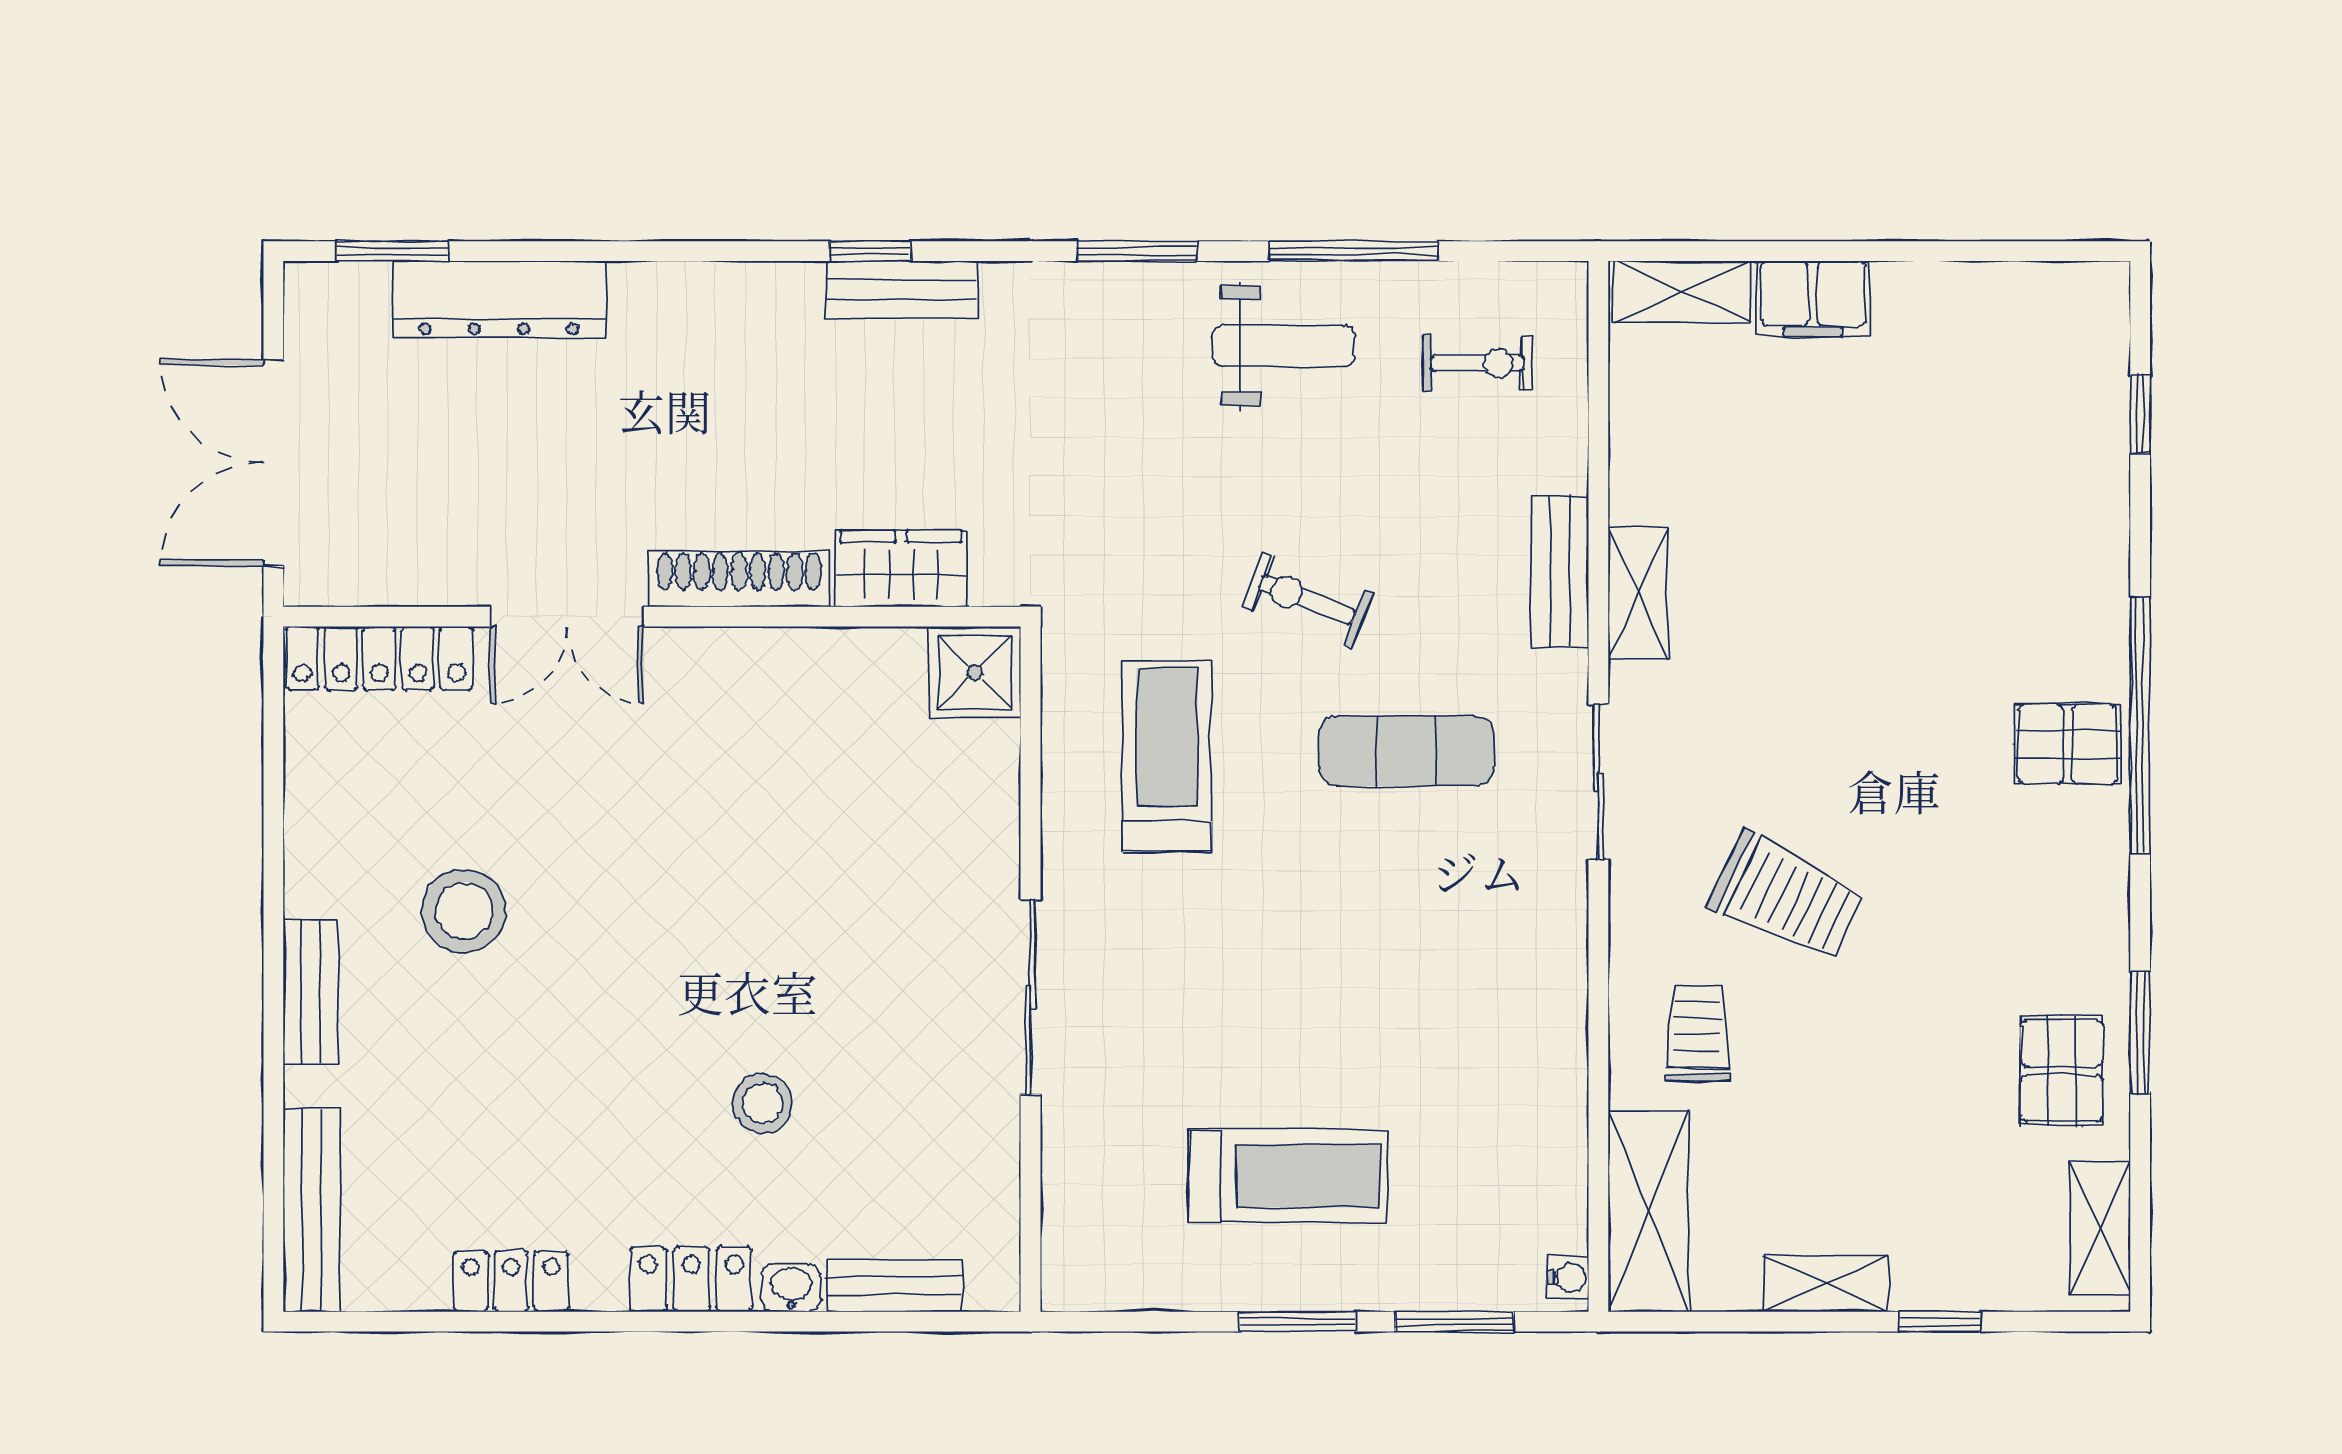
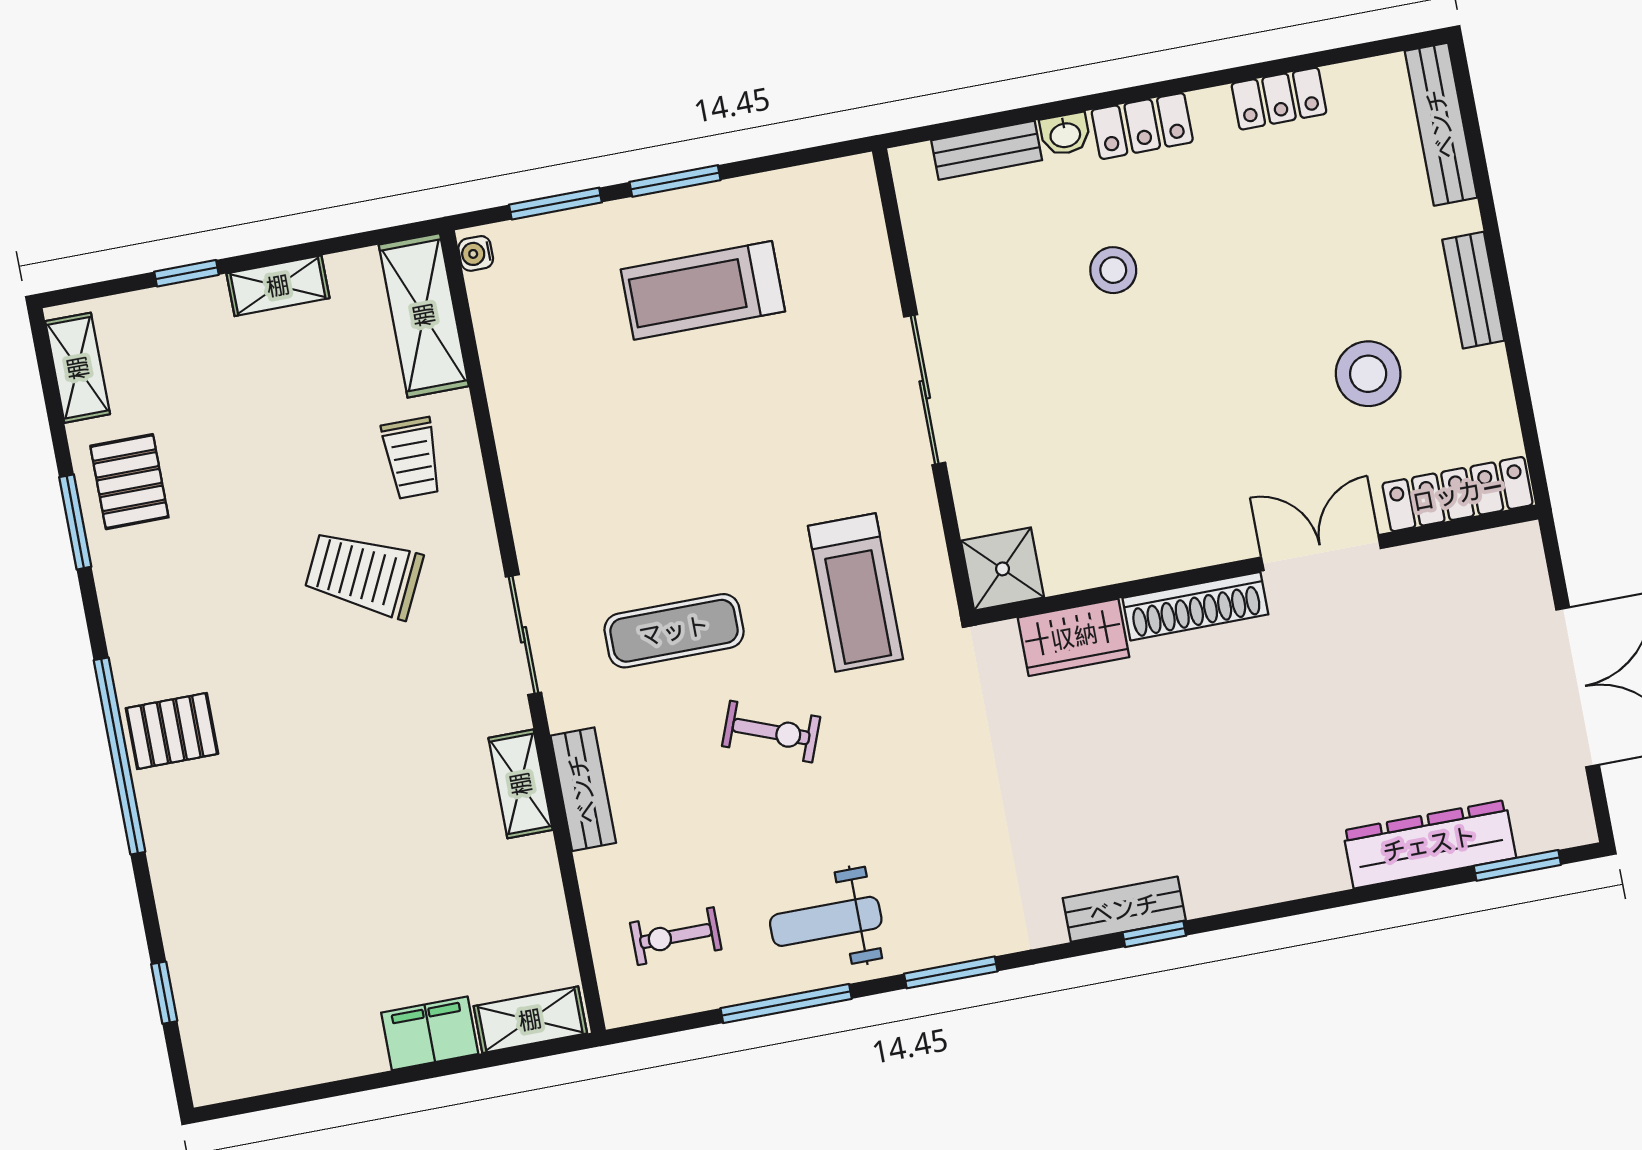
wardrobe: (901, 568) -> (1074, 637), moved
shoe rack: (739, 579) -> (1195, 606), moved
double door: (567, 617) -> (1321, 553), moved
wall: (652, 617) -> (1256, 565), moved
locker: (379, 658) -> (1458, 494), moved
shower: (975, 672) -> (1003, 569), moved

